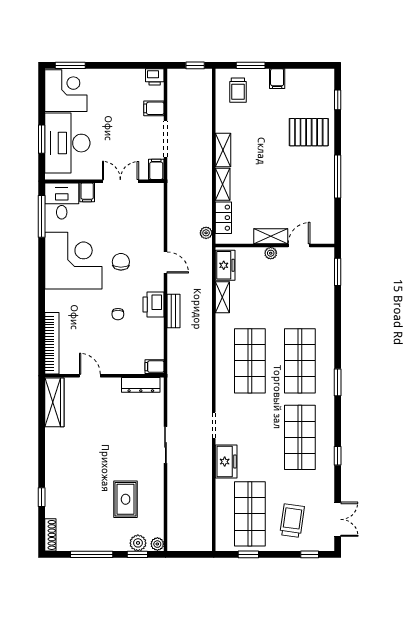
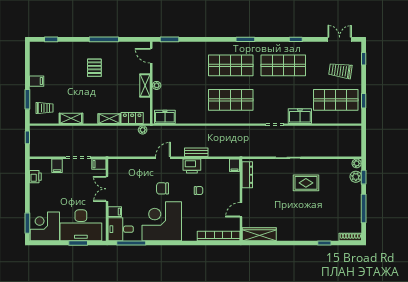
printer: (155, 77) -> (35, 177), moved
pallet: (309, 132) -> (94, 68), moved, width x0.67, depth x0.71
shelving: (223, 150) -> (71, 118), moved
door: (299, 246) -> (151, 56), moved
shelving: (222, 297) -> (187, 119), removed
rug: (126, 499) -> (306, 183), moved

